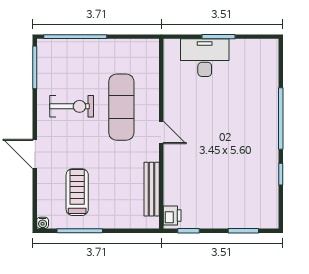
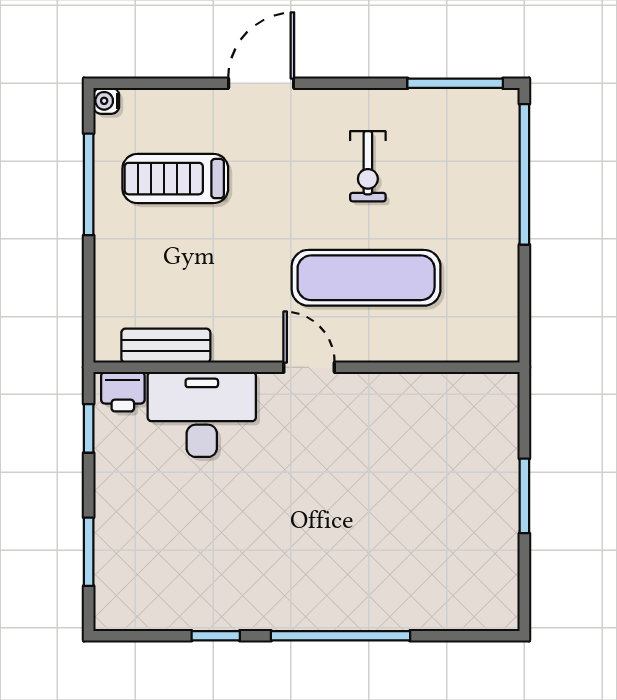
desk: (205, 58) -> (202, 414), moved, turned -90
exercise bike: (72, 106) -> (368, 166), width x0.73, depth x0.72
door: (161, 133) -> (309, 367), swing flipped
bench: (152, 189) -> (166, 346), width x0.73
treadmill: (77, 192) -> (175, 179), turned 180

